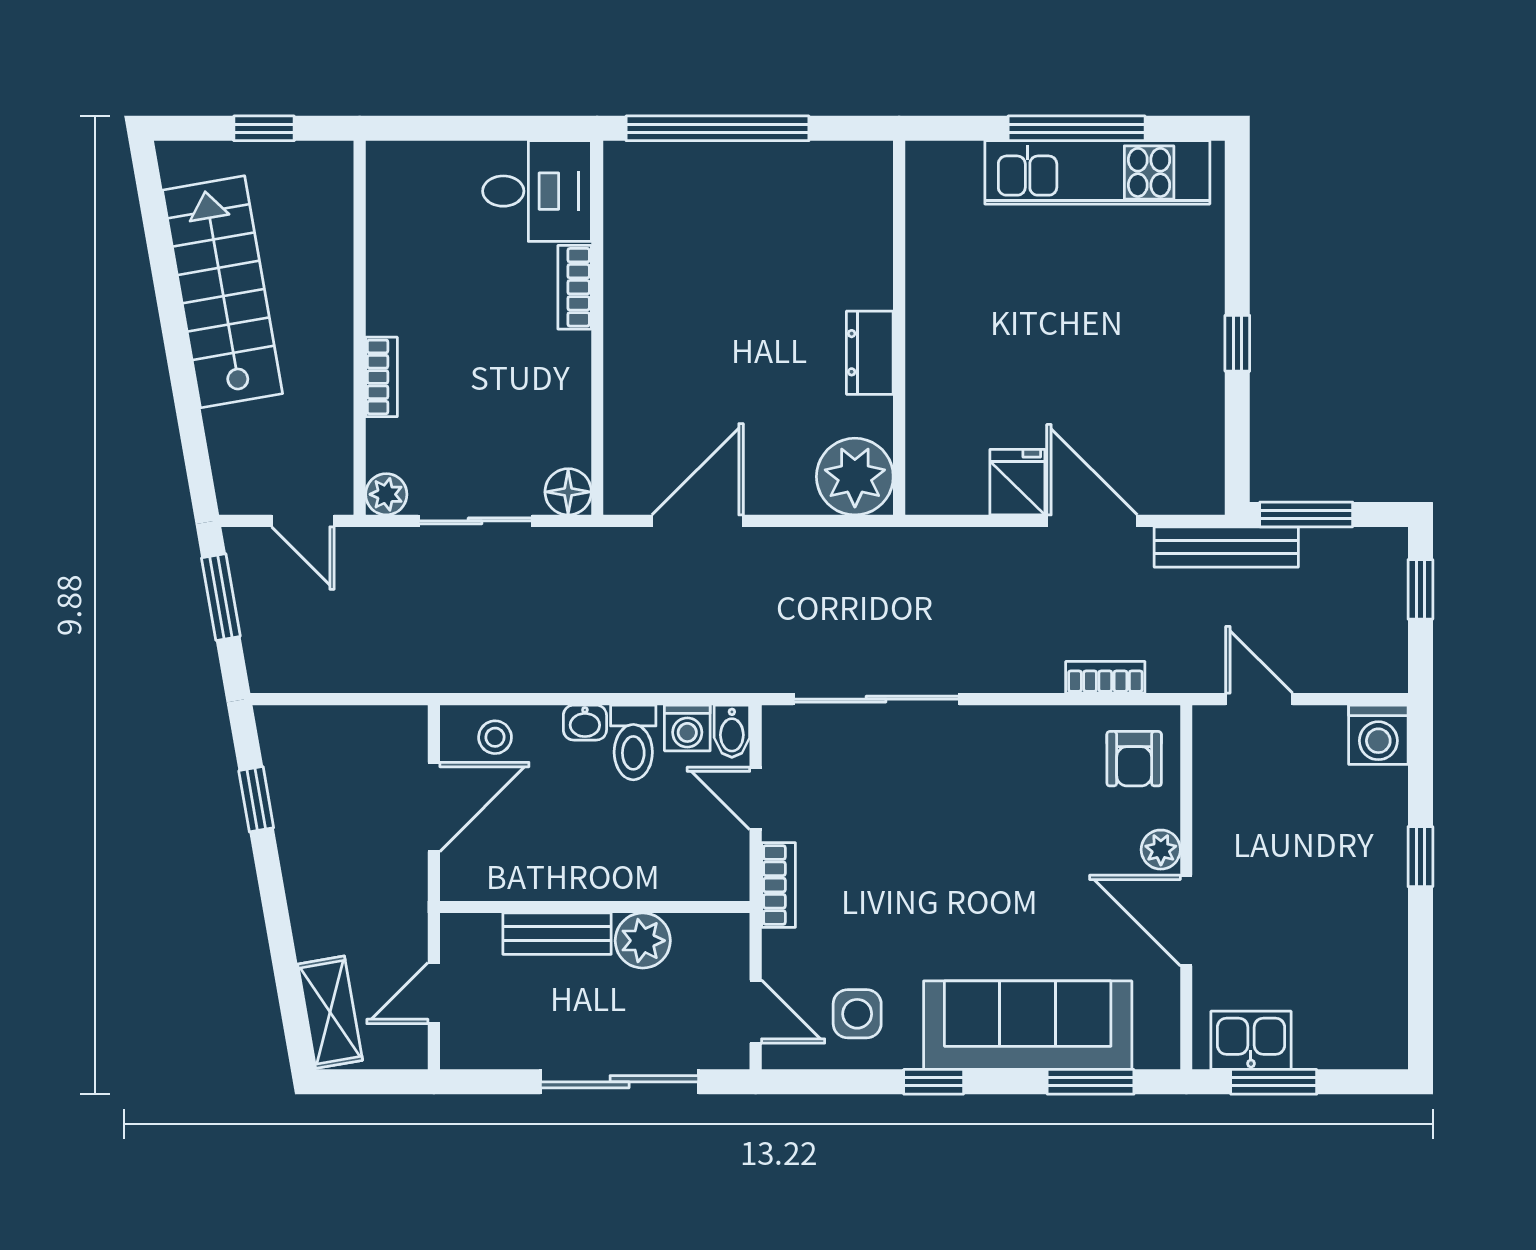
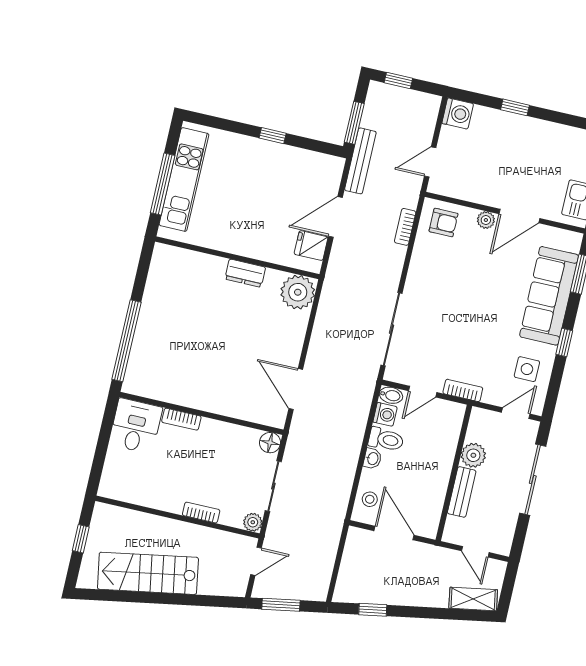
wall: (899, 328) -> (237, 258), moved
dresser: (870, 353) -> (245, 273), moved
plant: (855, 477) -> (298, 292), moved

